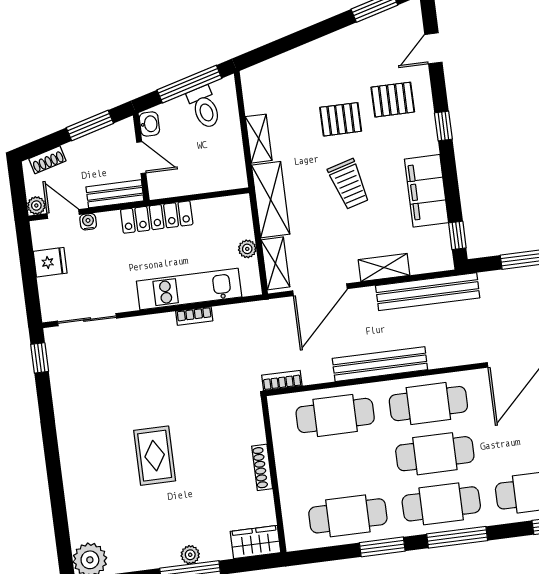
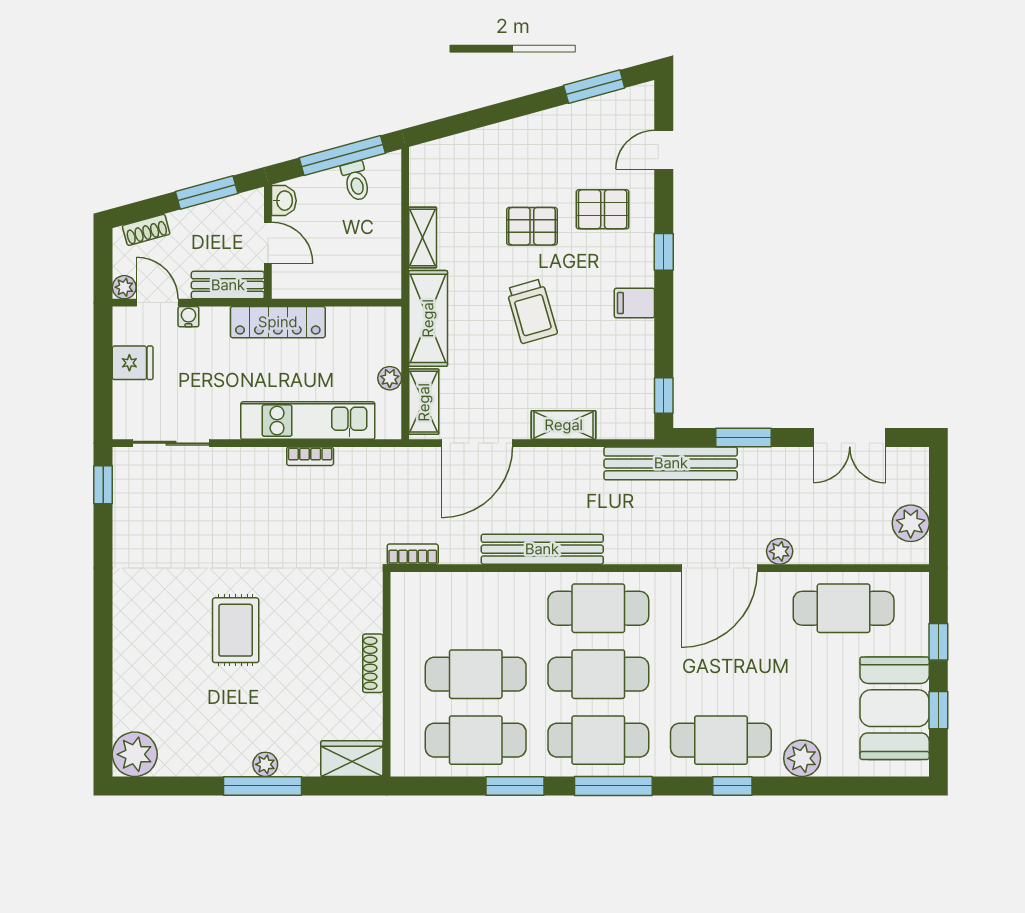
toilet: (204, 107) -> (356, 181), width x0.73, depth x0.72
filing cabinet: (426, 191) -> (634, 303), width x0.33, depth x0.86
bench: (428, 292) -> (671, 463), moved
cafe table: (335, 415) -> (476, 674), moved

